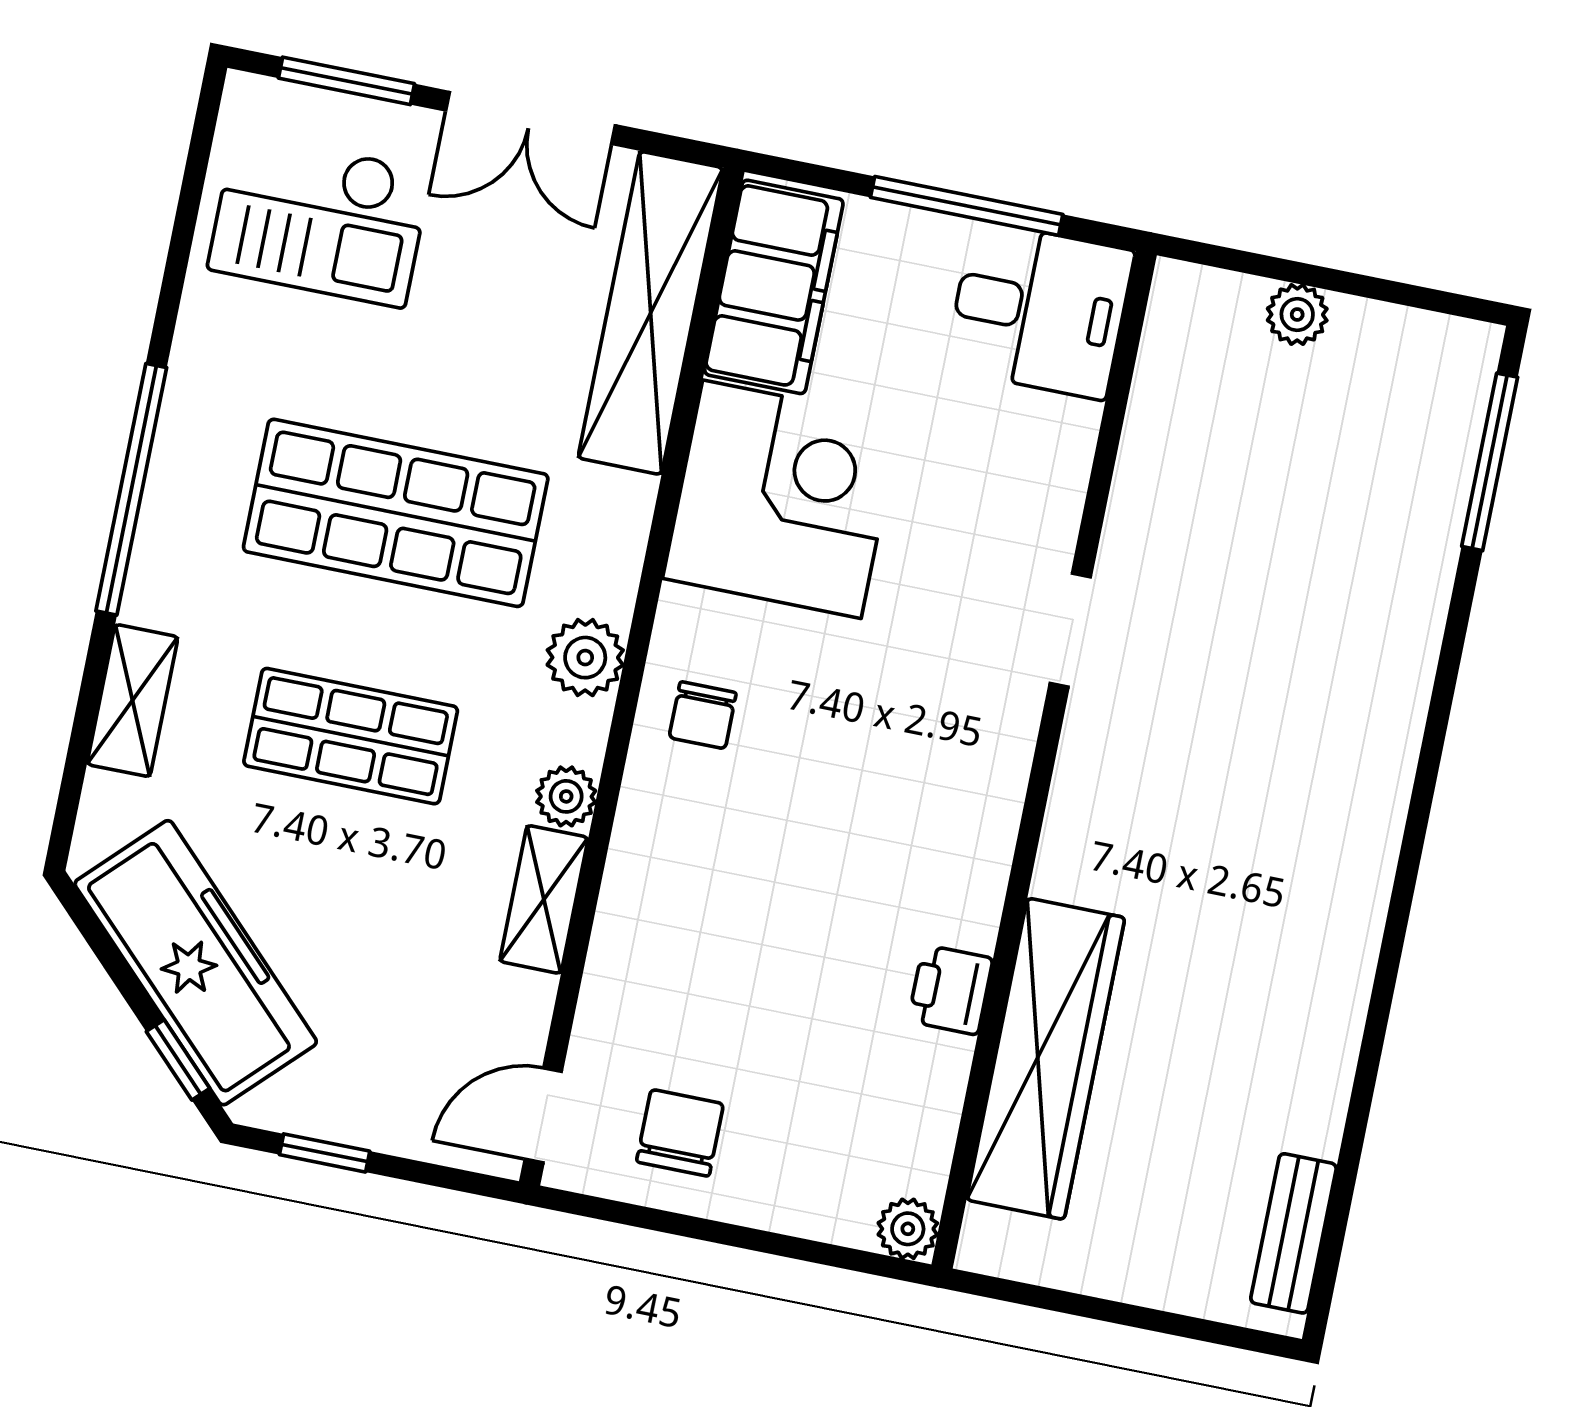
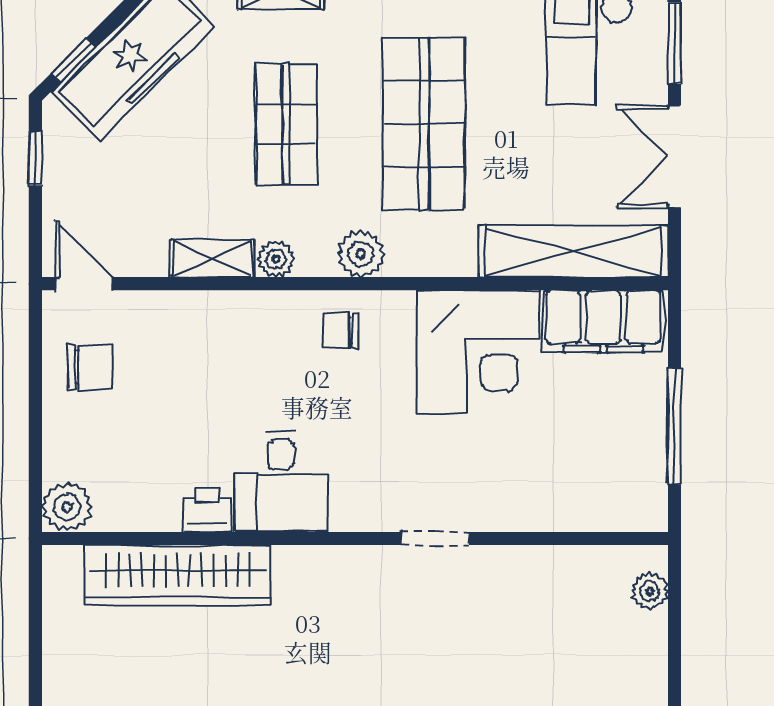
desk: (1039, 310) -> (281, 482), moved
plant: (1297, 314) -> (650, 591), moved
plant: (908, 1229) -> (67, 507), width x1.38, depth x1.38

